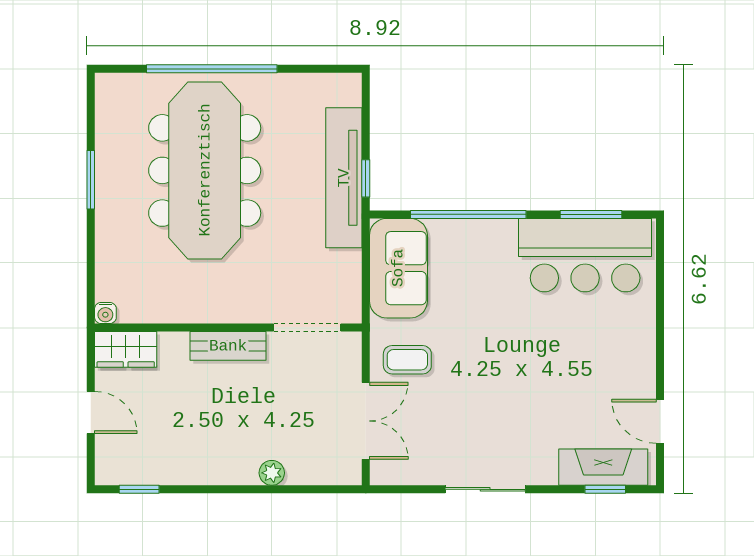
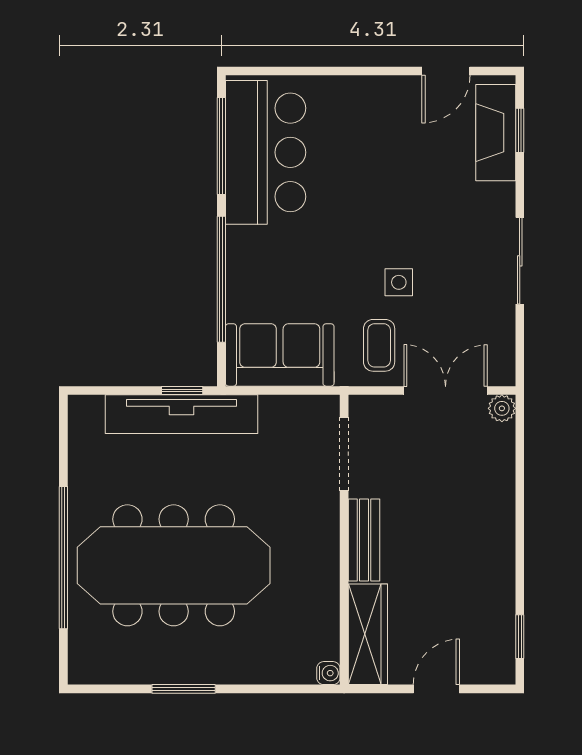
window: (591, 214) -> (221, 146), width x1.44
wardrobe: (126, 349) -> (368, 634), width x1.50
side table: (465, 378) -> (399, 282), added
plant: (272, 473) -> (502, 408), moved

